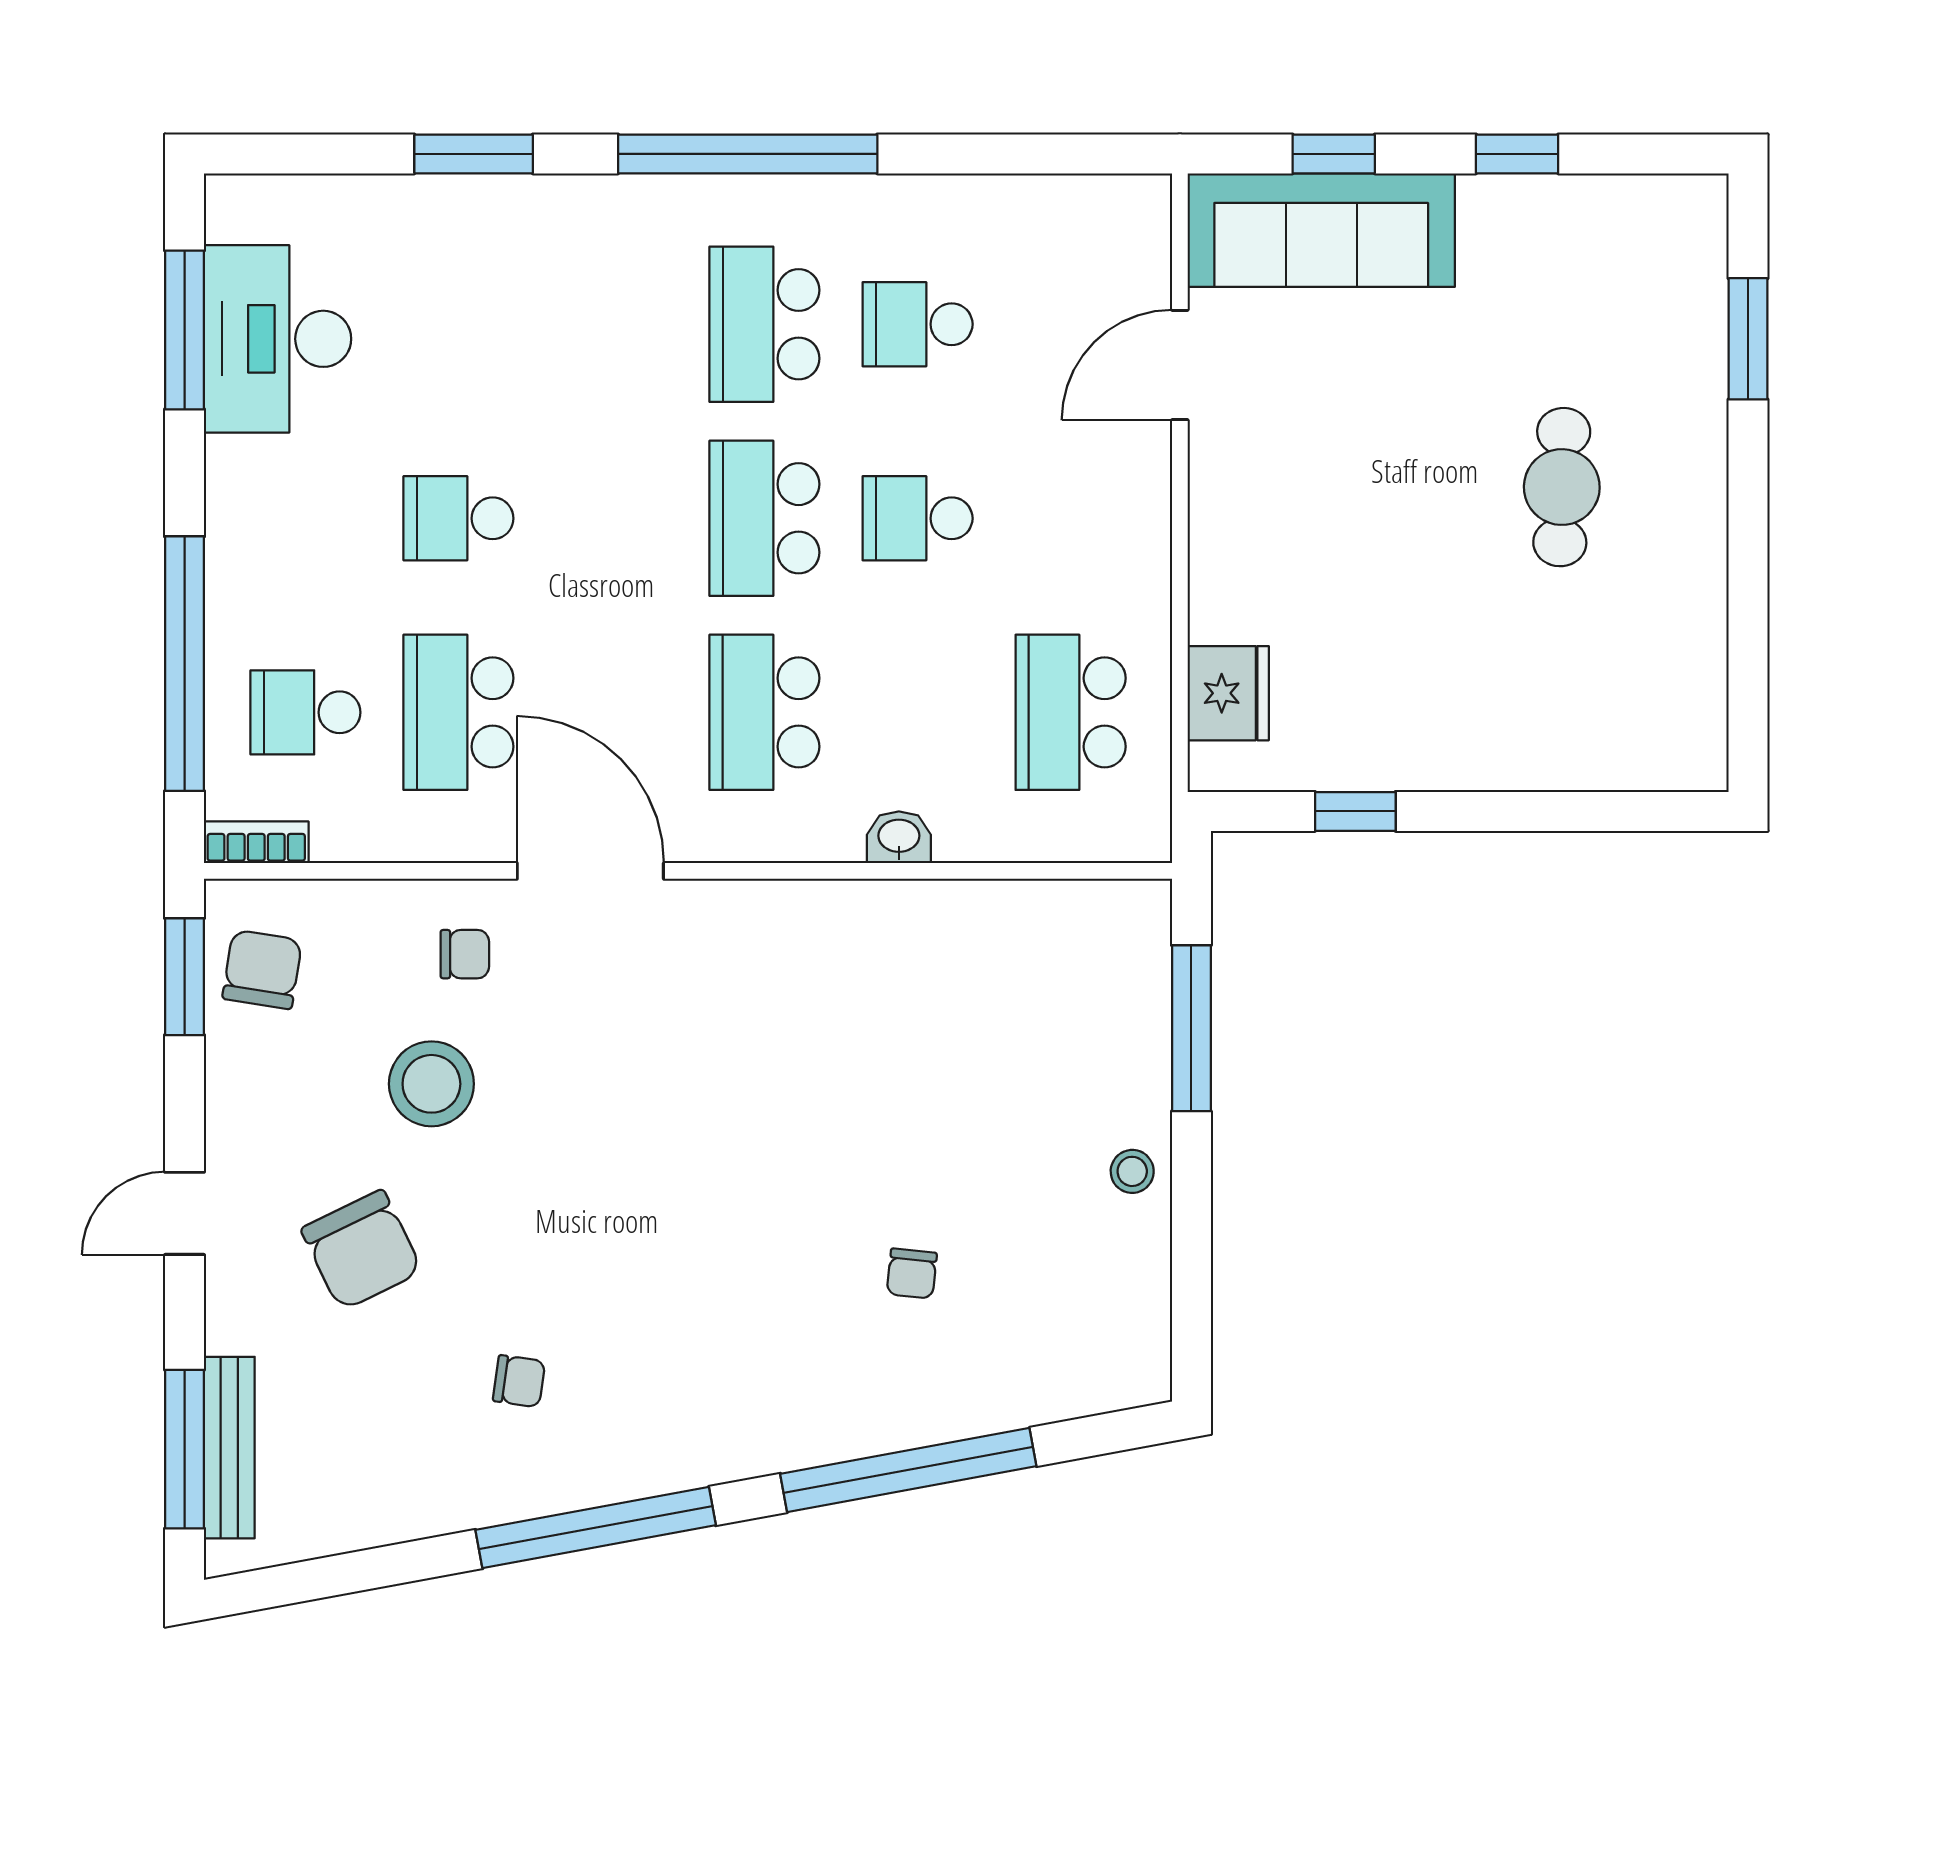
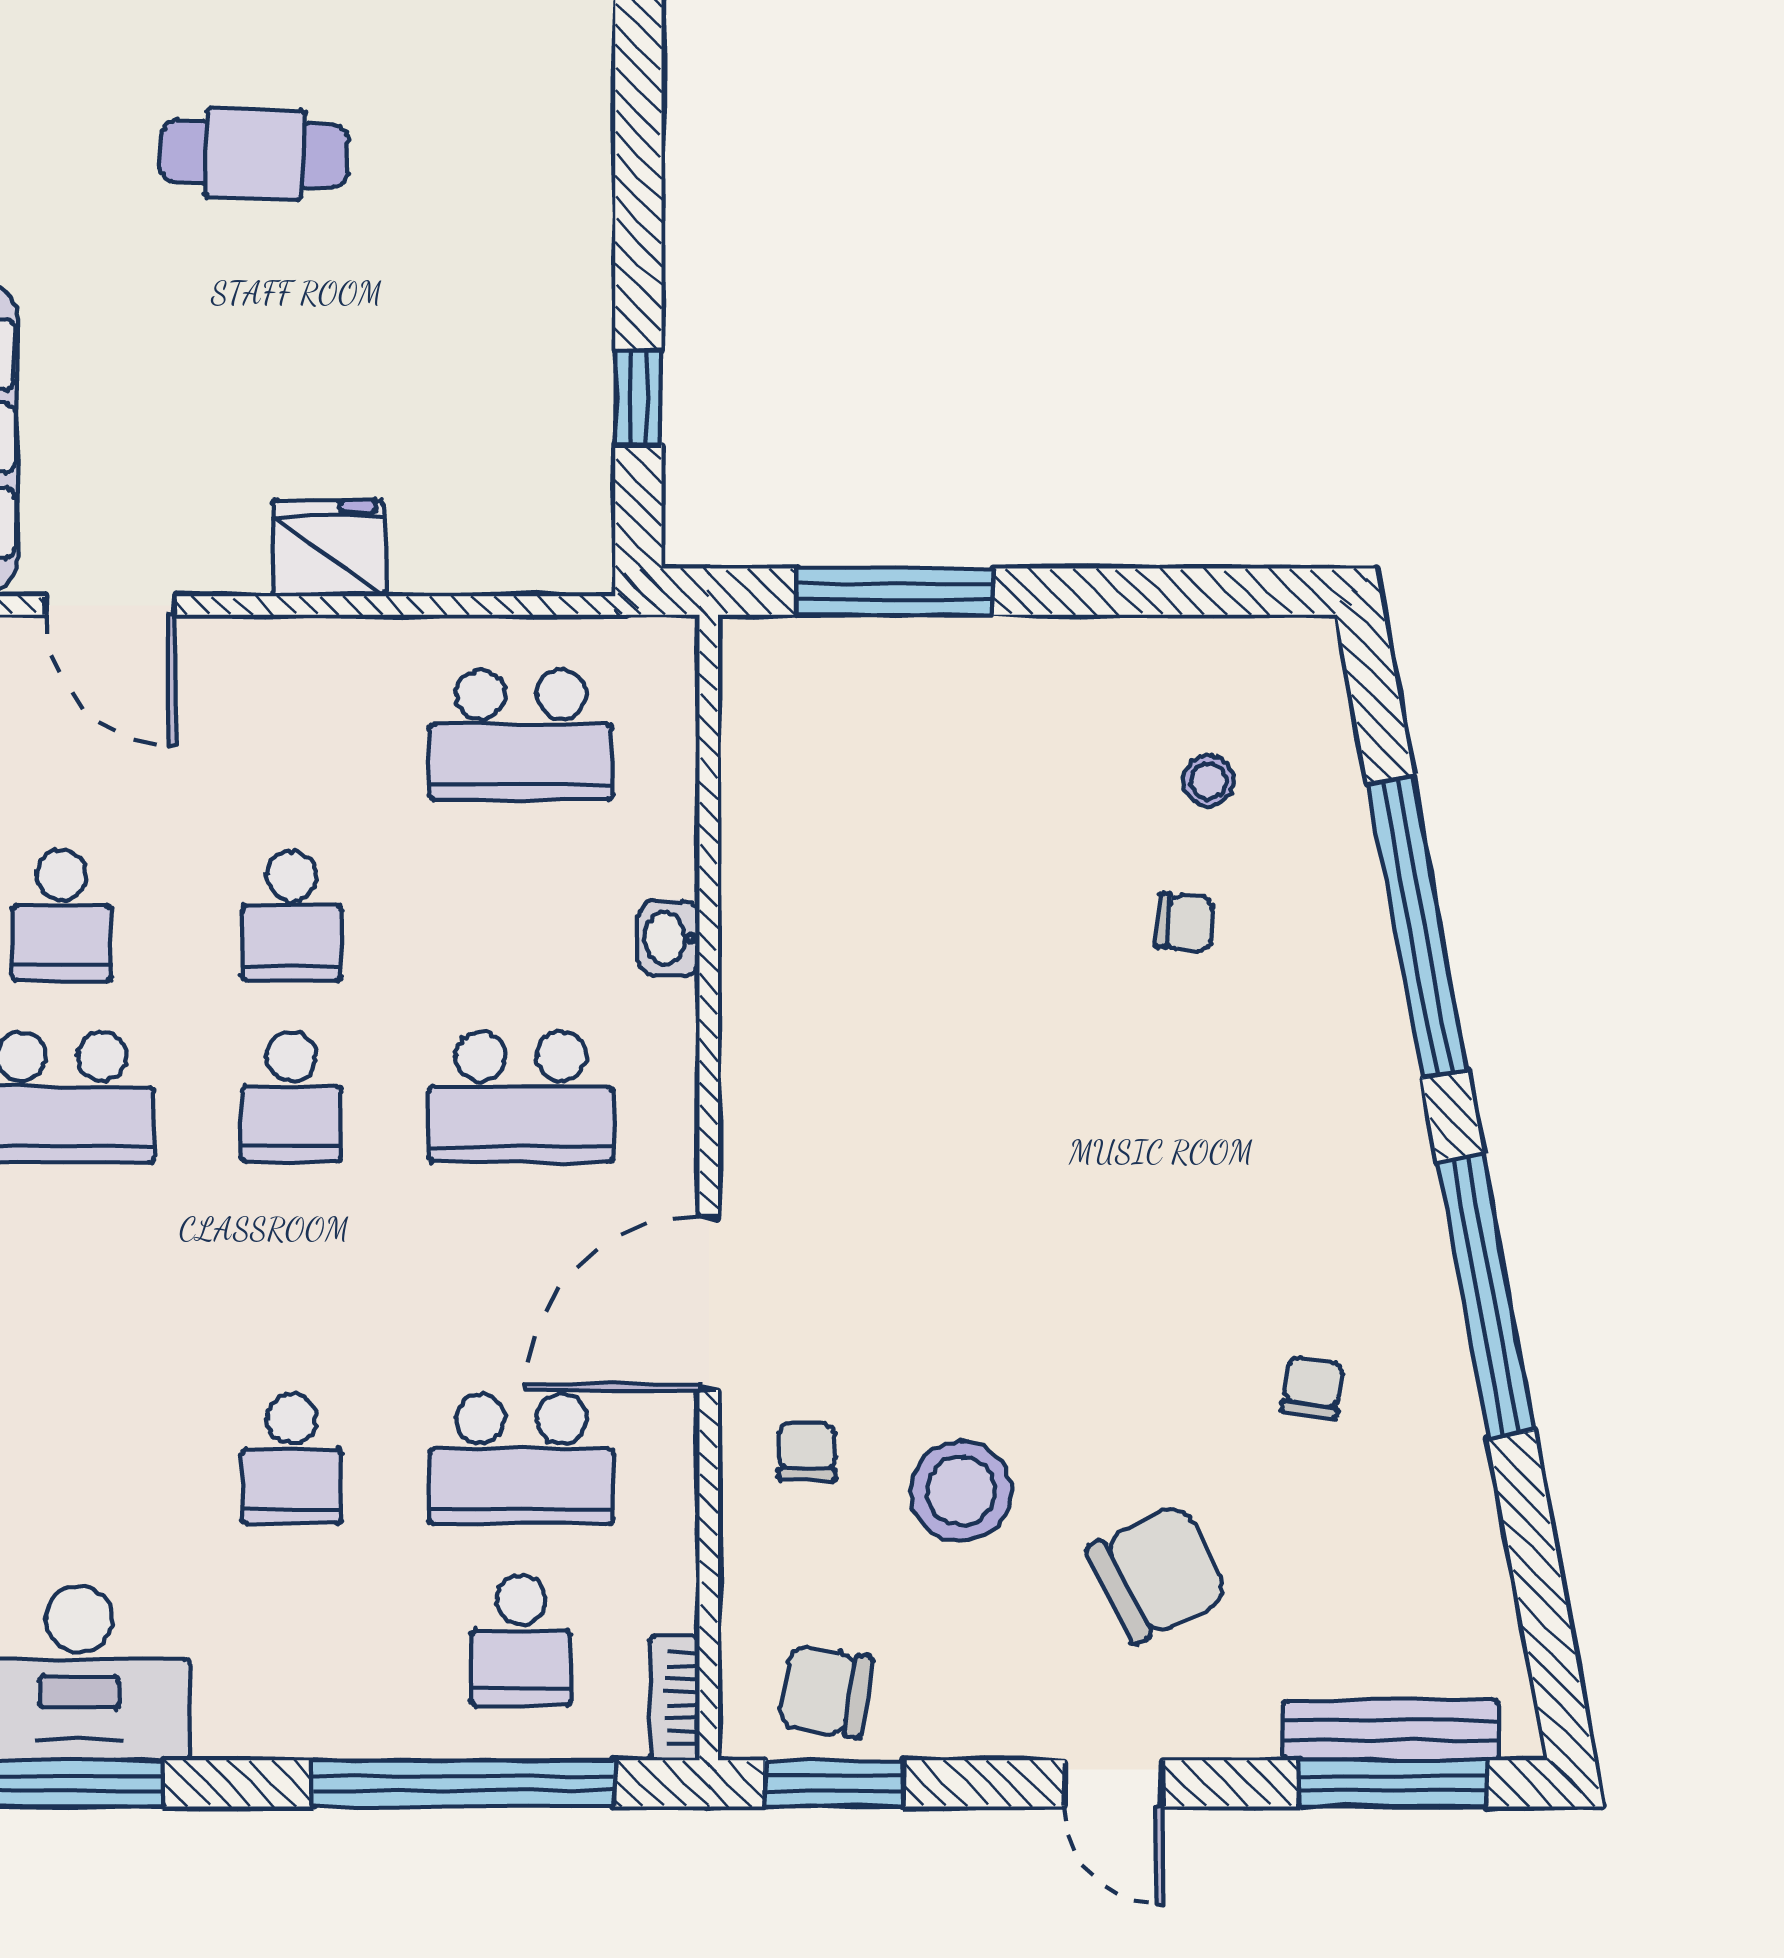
school desk: (764, 518) -> (291, 1097), width x0.54
fridge: (1228, 693) -> (328, 548), moved
stool: (1132, 1171) -> (1209, 781), moved

